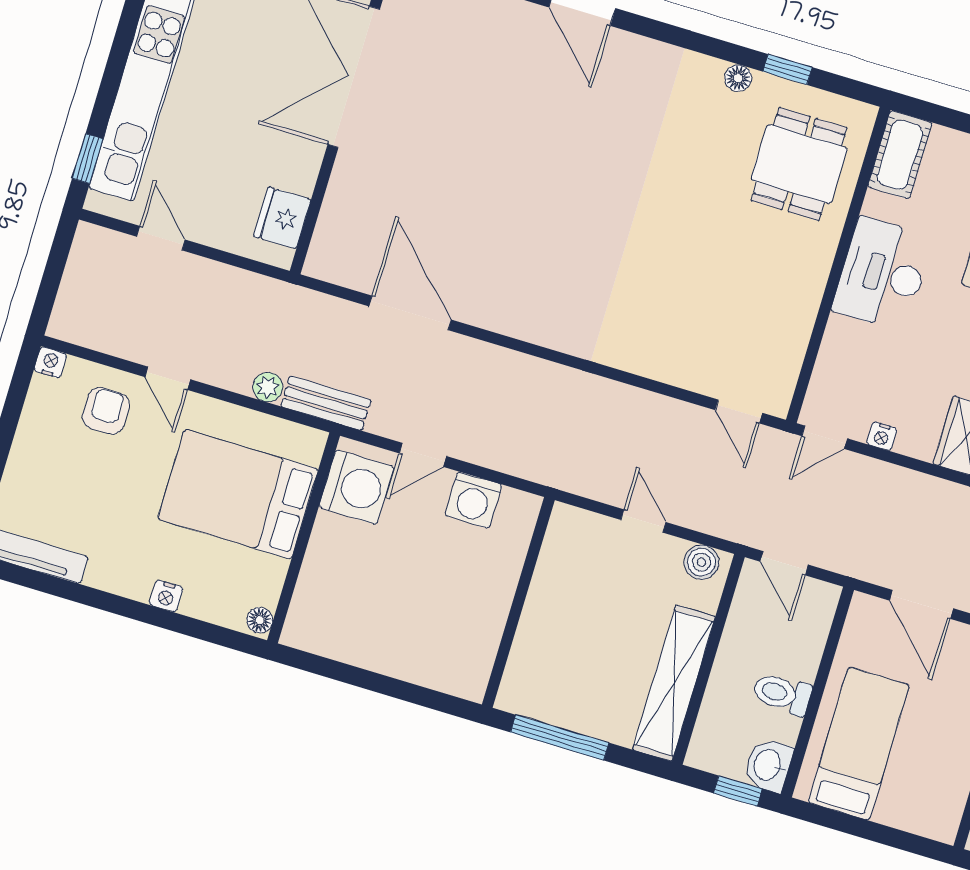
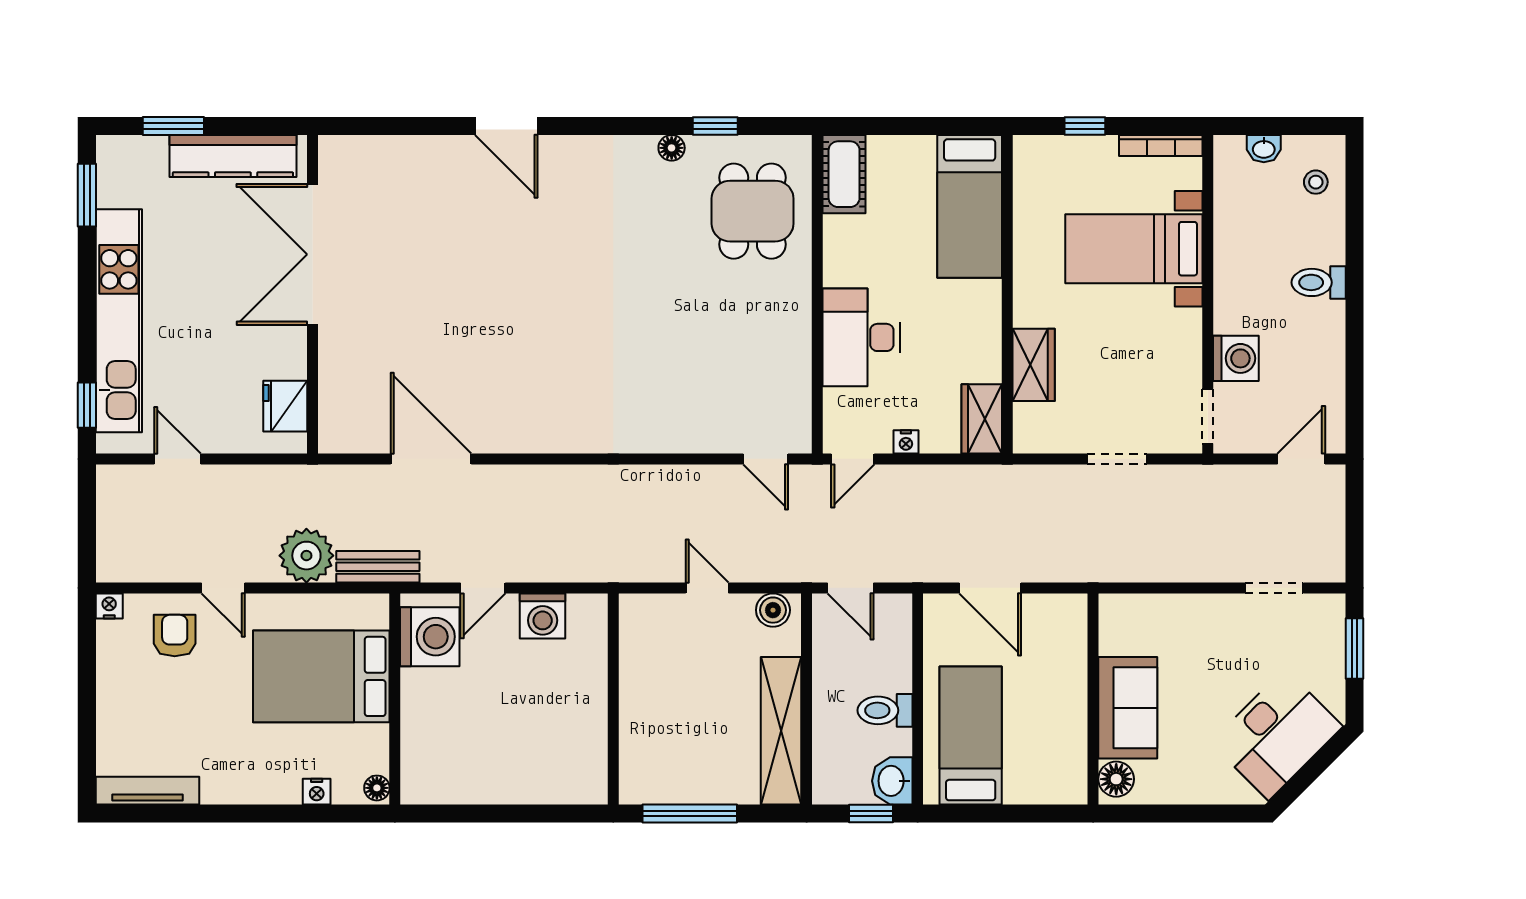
desk: (882, 274) -> (861, 337), moved
plant: (268, 387) -> (306, 556), width x1.87, depth x1.87
nightstand: (166, 596) -> (317, 792), moved

